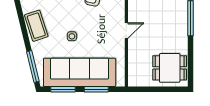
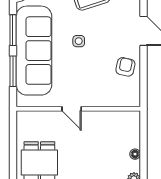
door: (126, 31) -> (72, 109), moved

